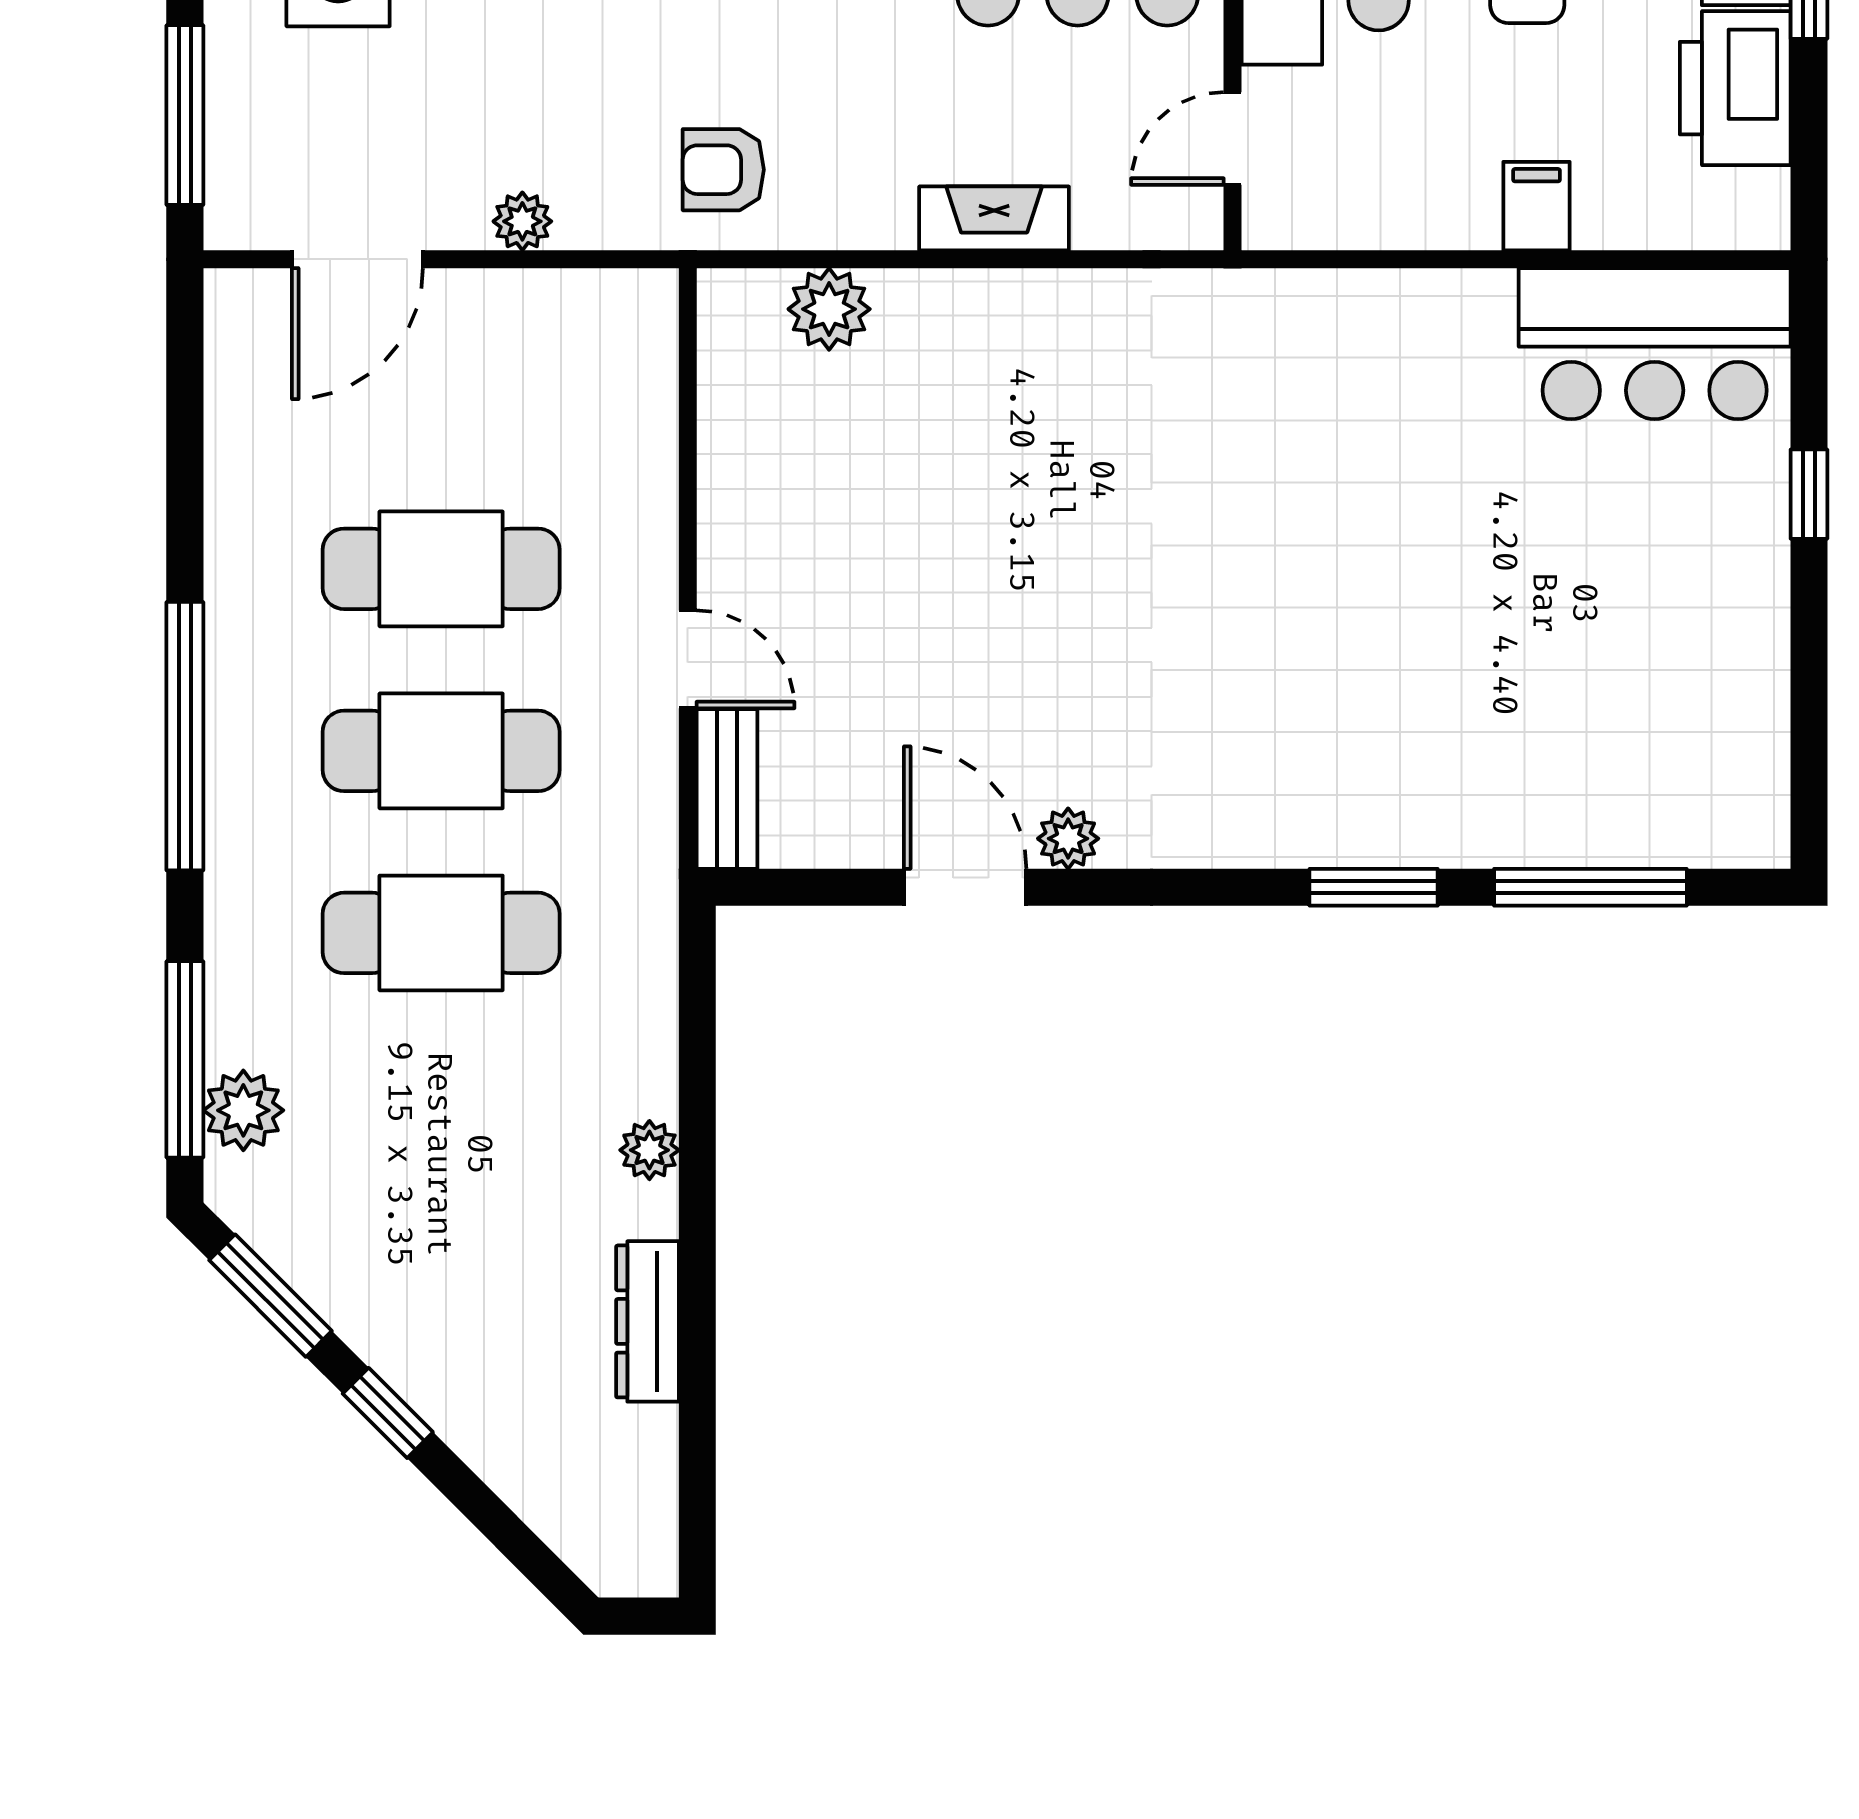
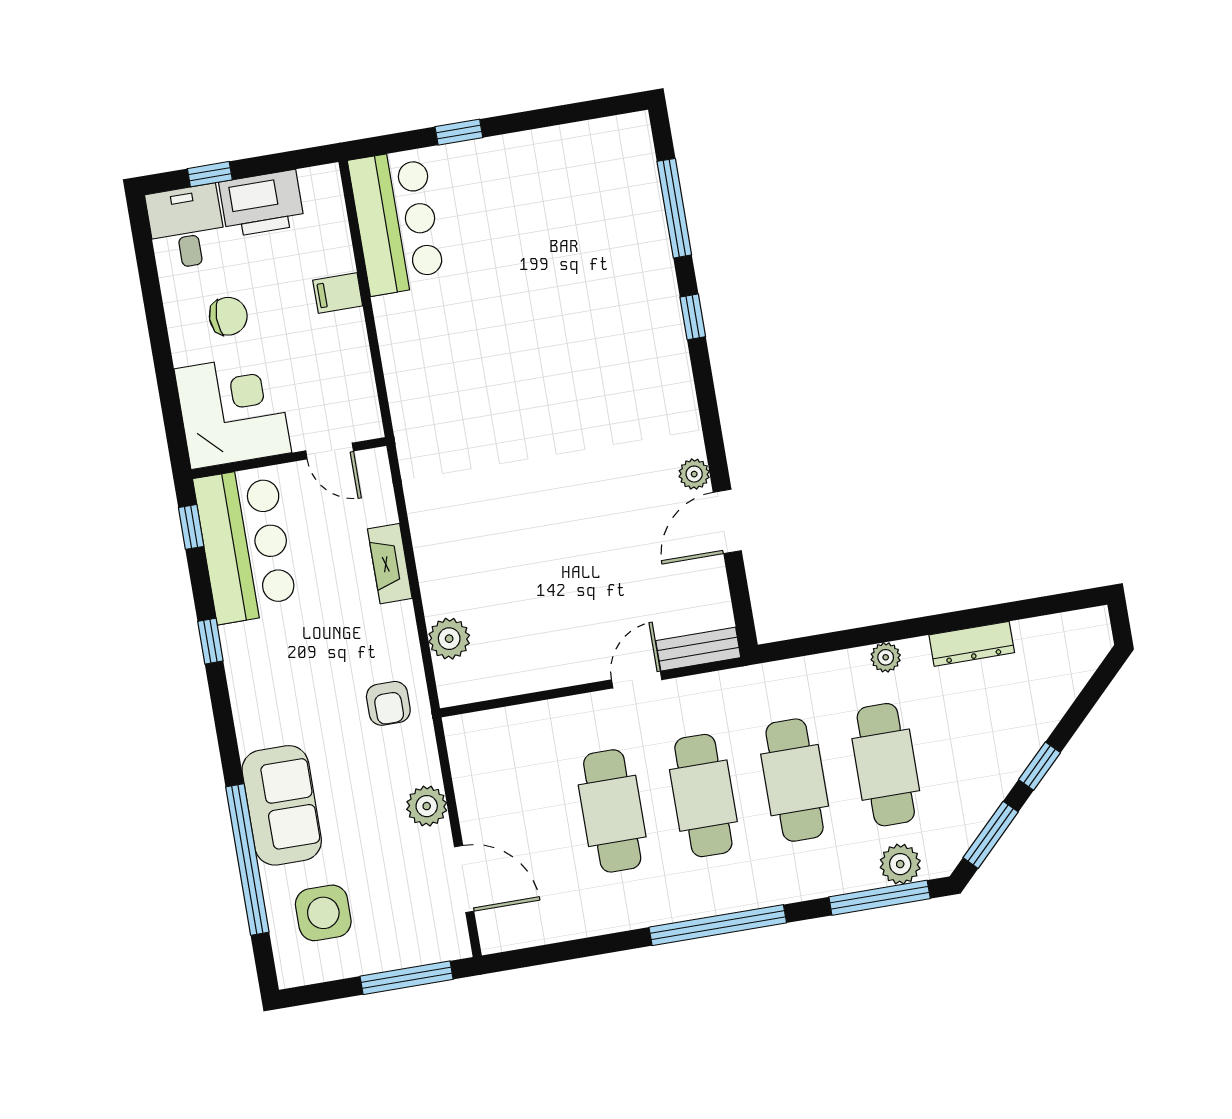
plant: (522, 221) -> (427, 806), width x1.38, depth x1.38
window: (1374, 887) -> (693, 317), width x0.67
cafe table: (441, 1115) -> (886, 765), added

